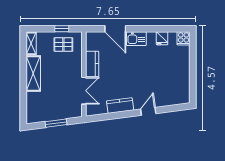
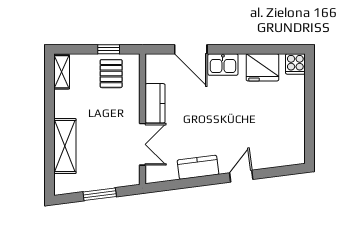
fridge: (162, 38) -> (262, 67), width x1.88, depth x1.34
pallet: (63, 45) -> (111, 74), turned 90
shelving: (33, 73) -> (65, 146), moved

